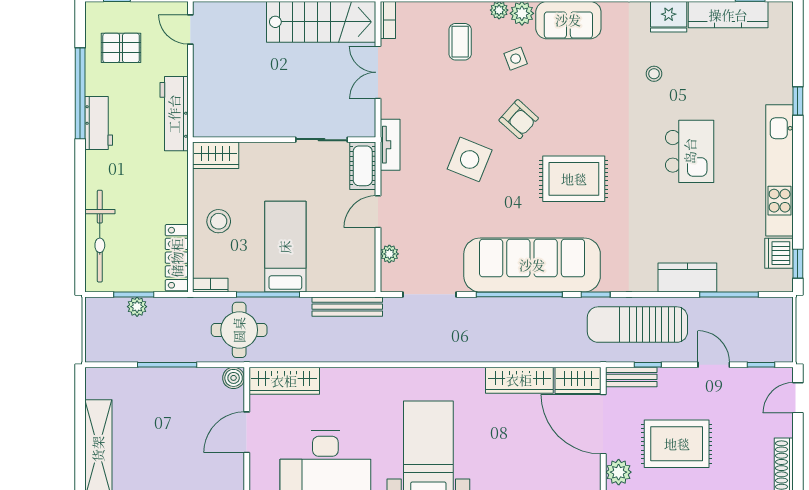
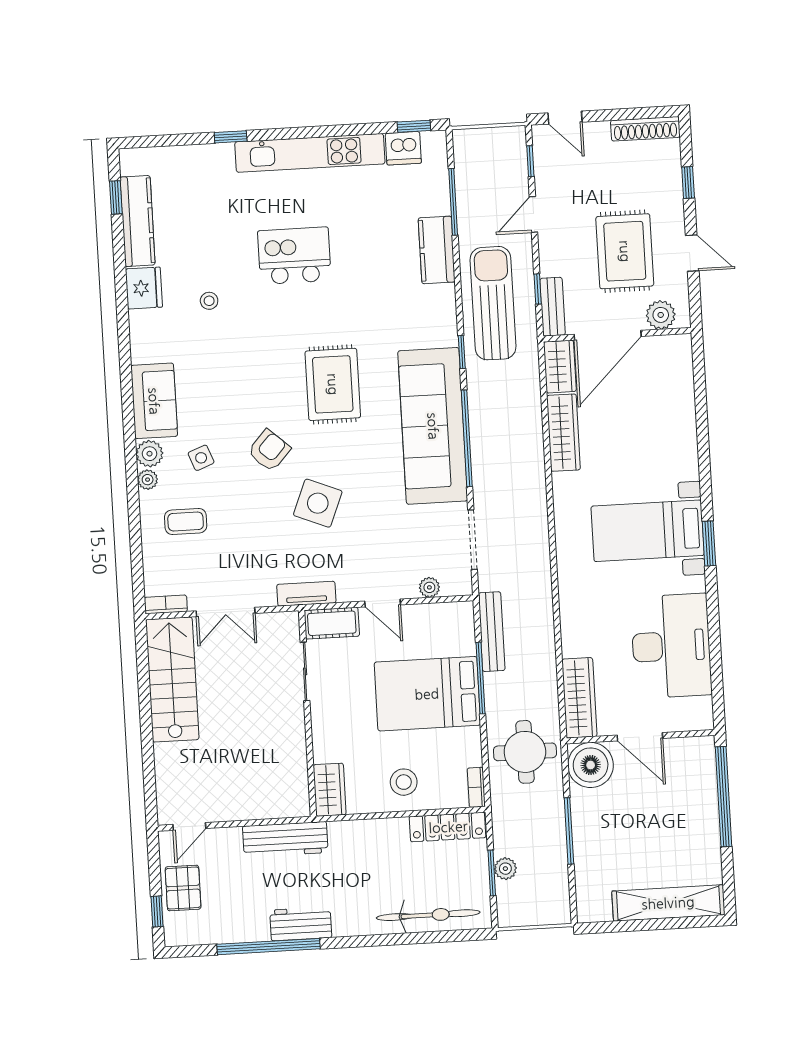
pallet: (121, 48) -> (183, 888), moved
bed: (285, 247) -> (427, 694), width x1.50
window: (268, 294) -> (481, 678), moved
sun lounger: (637, 325) -> (493, 303), turned 180
boiler: (234, 378) -> (591, 765), width x1.86, depth x1.86

